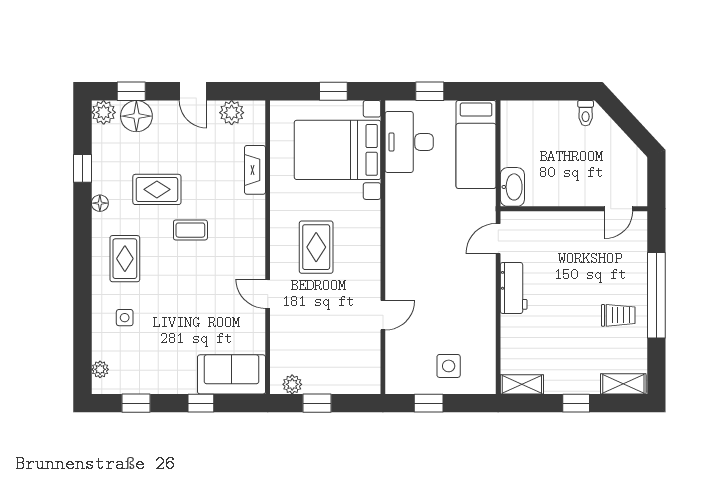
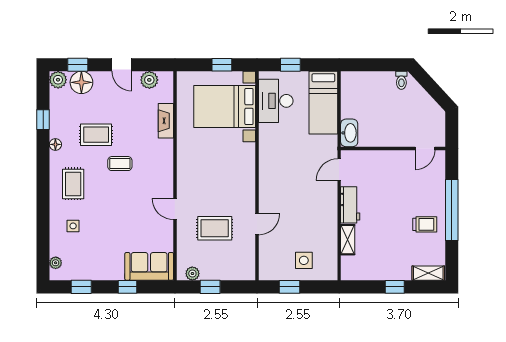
rug: (316, 247) -> (215, 228), moved, turned 90
shelving: (522, 384) -> (348, 240), moved, turned 90

